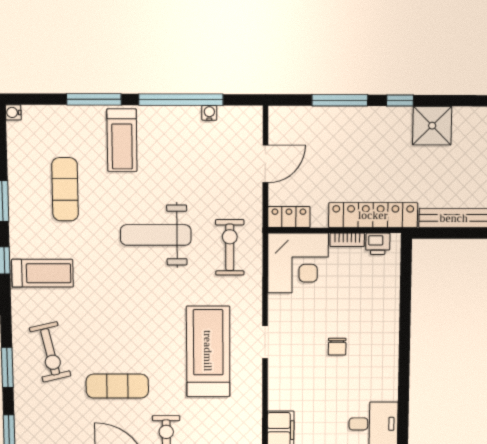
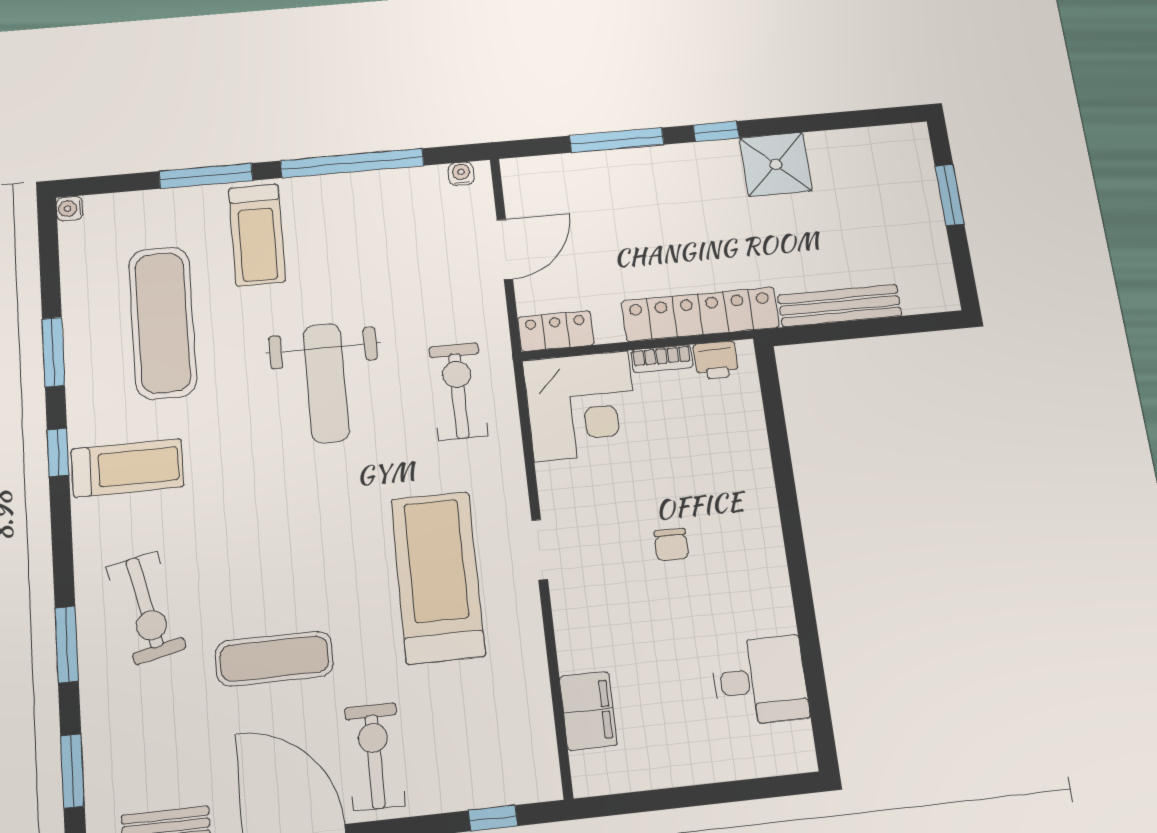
water cooler: (209, 113) -> (461, 174), moved
exercise mat: (65, 189) -> (163, 322), width x1.36, depth x1.45
weight bench: (156, 235) -> (326, 383), turned -90

